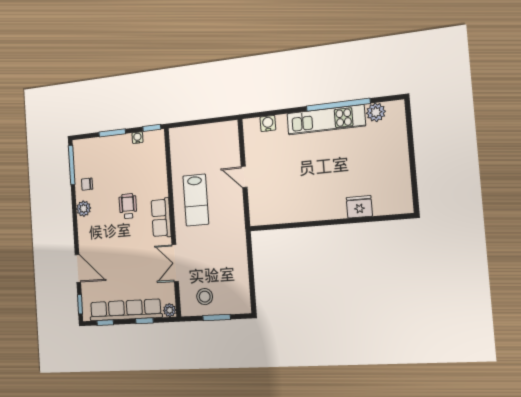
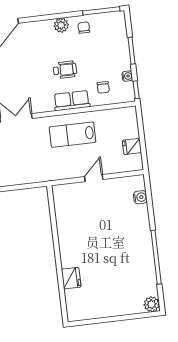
plant: (376, 112) -> (152, 304), moved
kitchen unit: (326, 120) -> (143, 247), removed
fridge: (211, 133) -> (132, 146), added
chair: (148, 164) -> (103, 87), added
row of seats: (161, 218) -> (72, 101), moved

